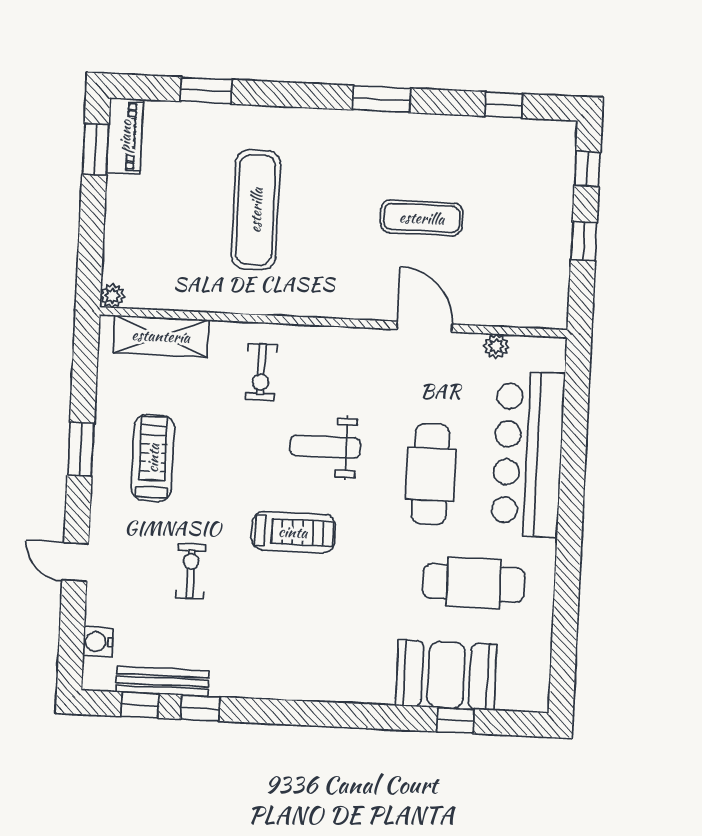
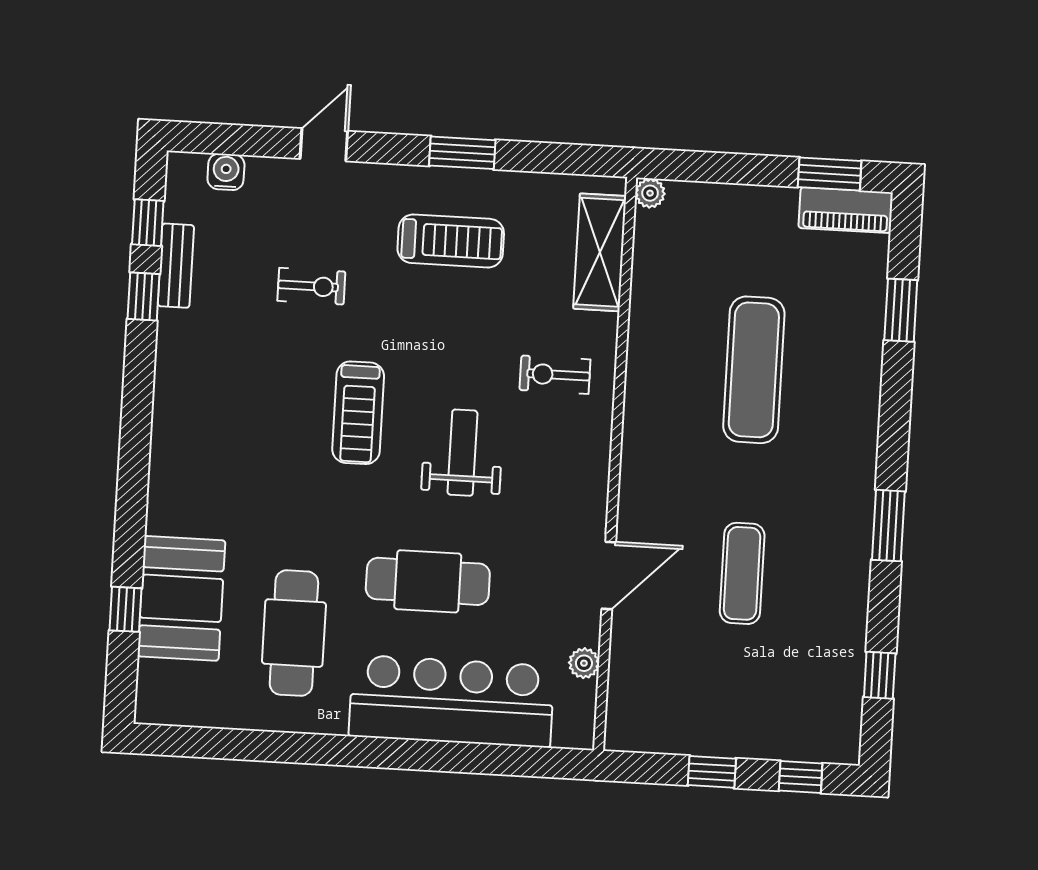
exercise mat: (256, 210) -> (754, 370), turned 90
bench: (163, 681) -> (176, 266), width x0.73

